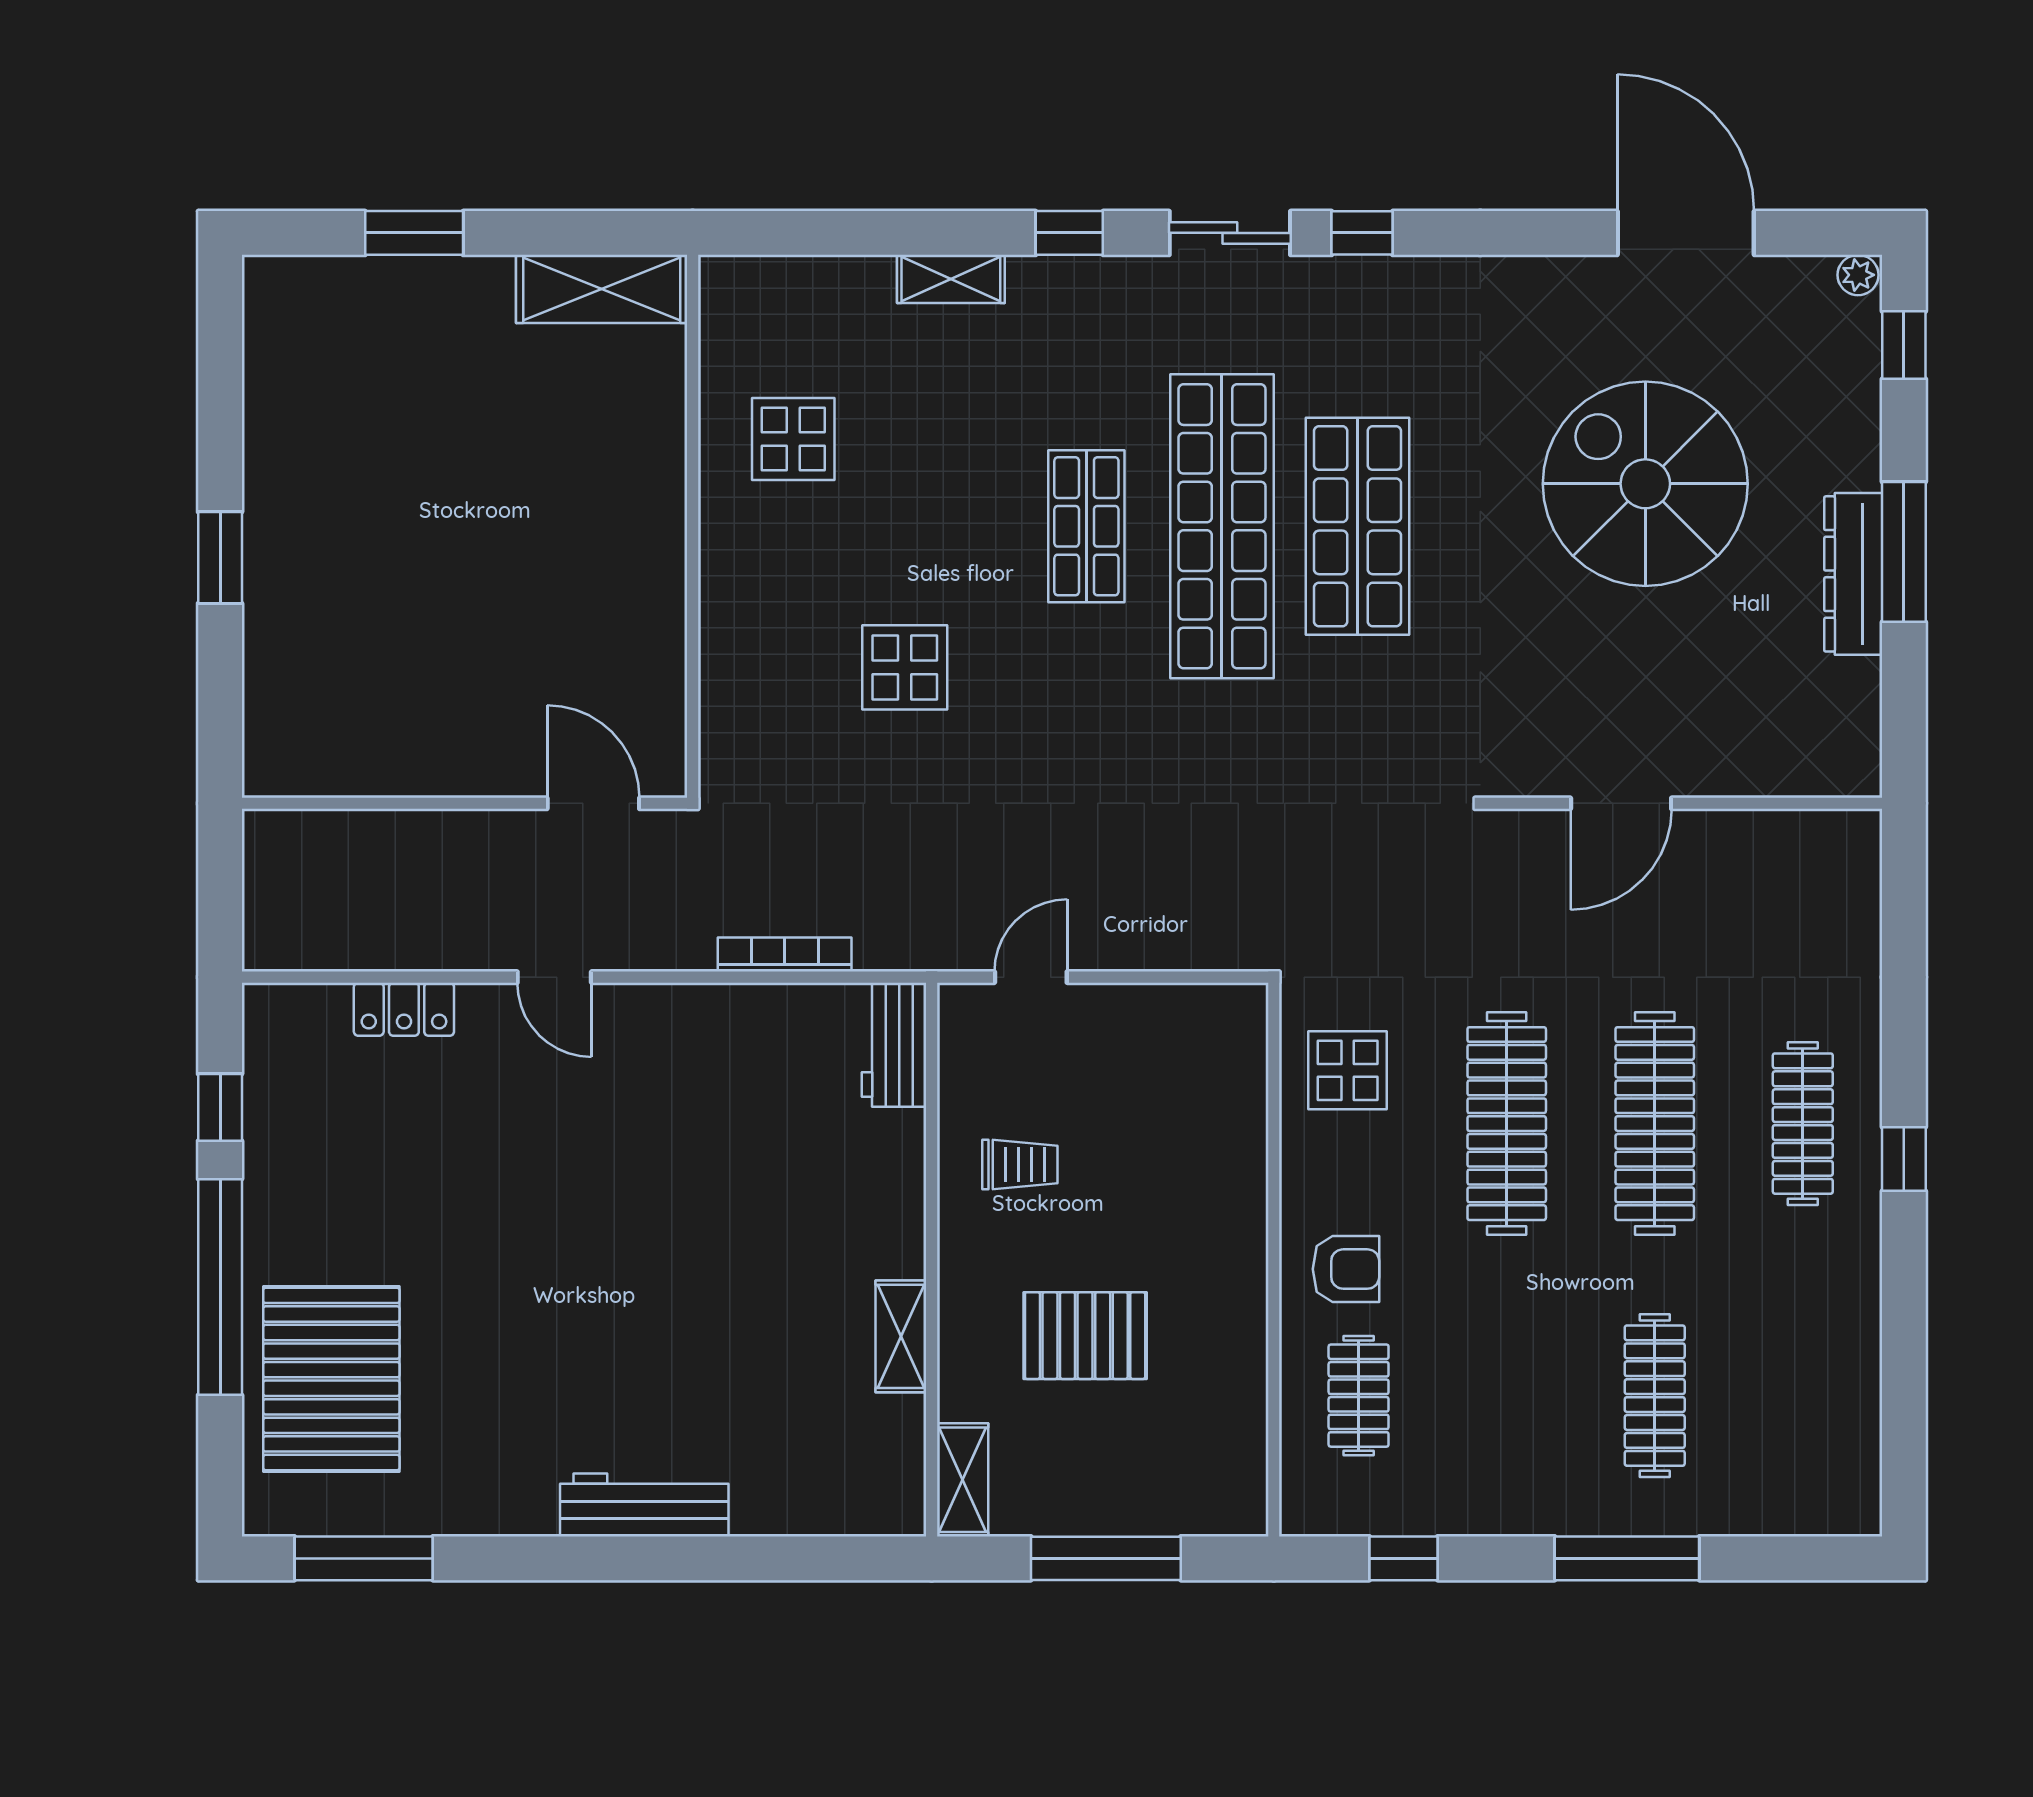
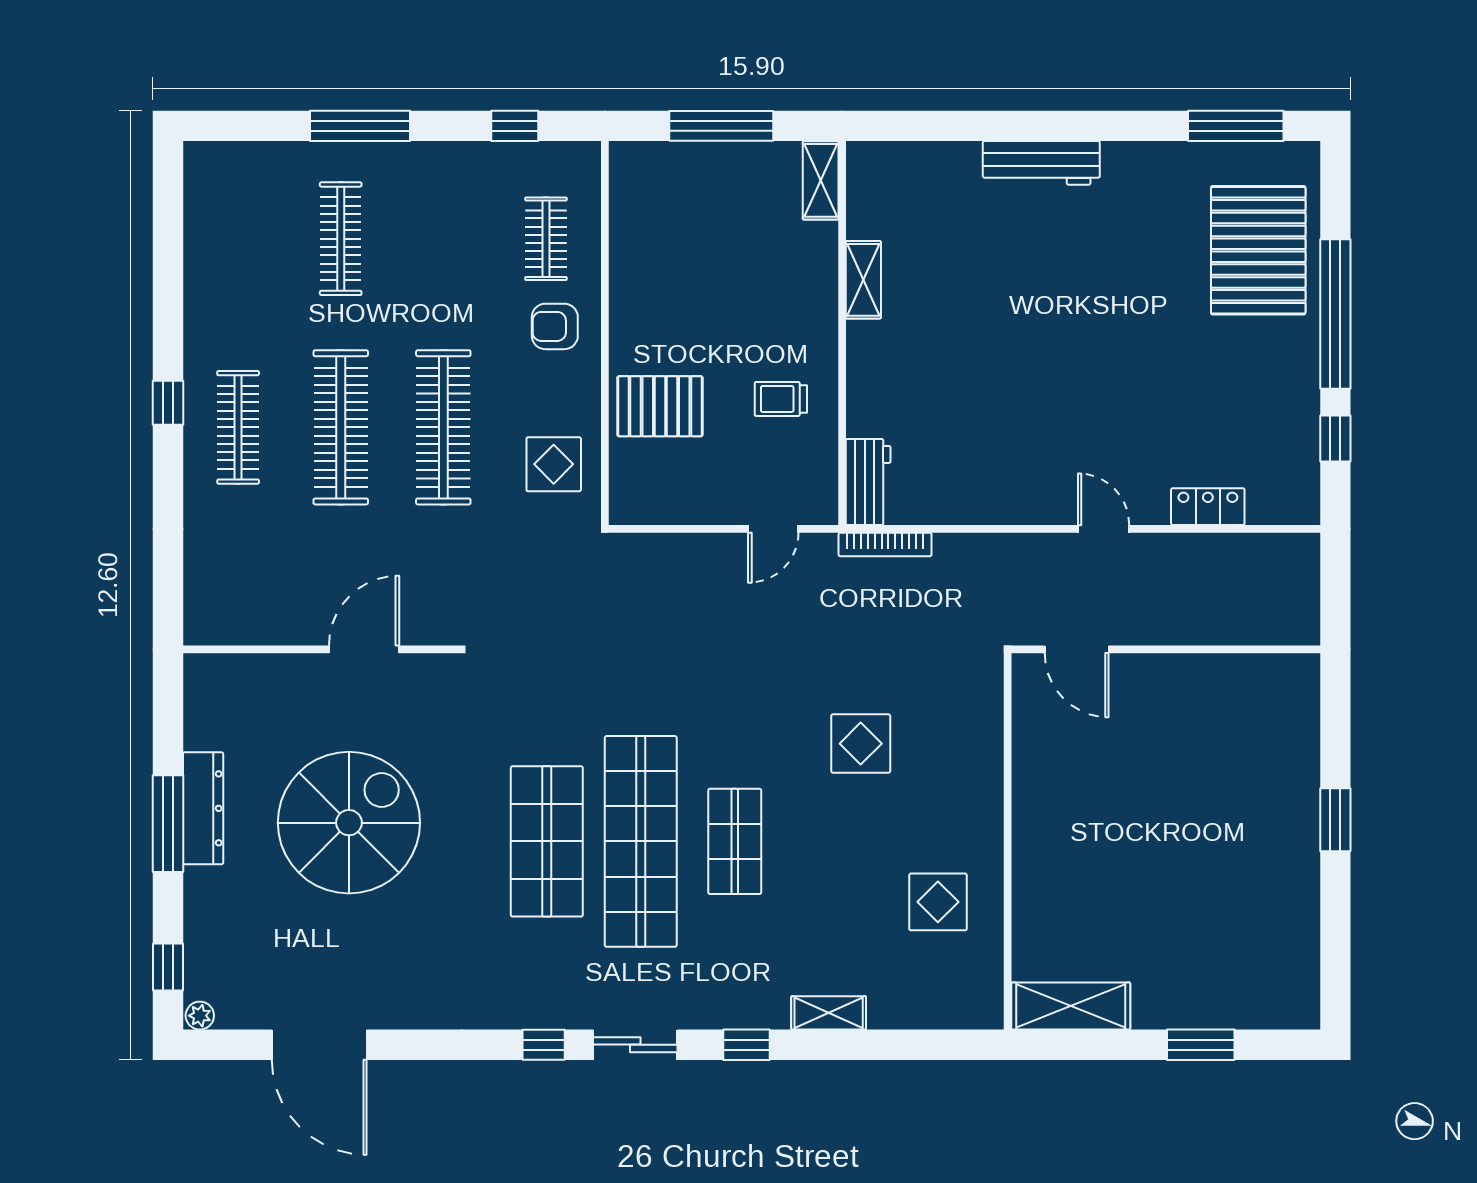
spiral stairs: (1645, 484) -> (349, 823), moved, turned -90
bookcase: (785, 955) -> (885, 544), moved
pallet: (1085, 1336) -> (660, 406), moved

